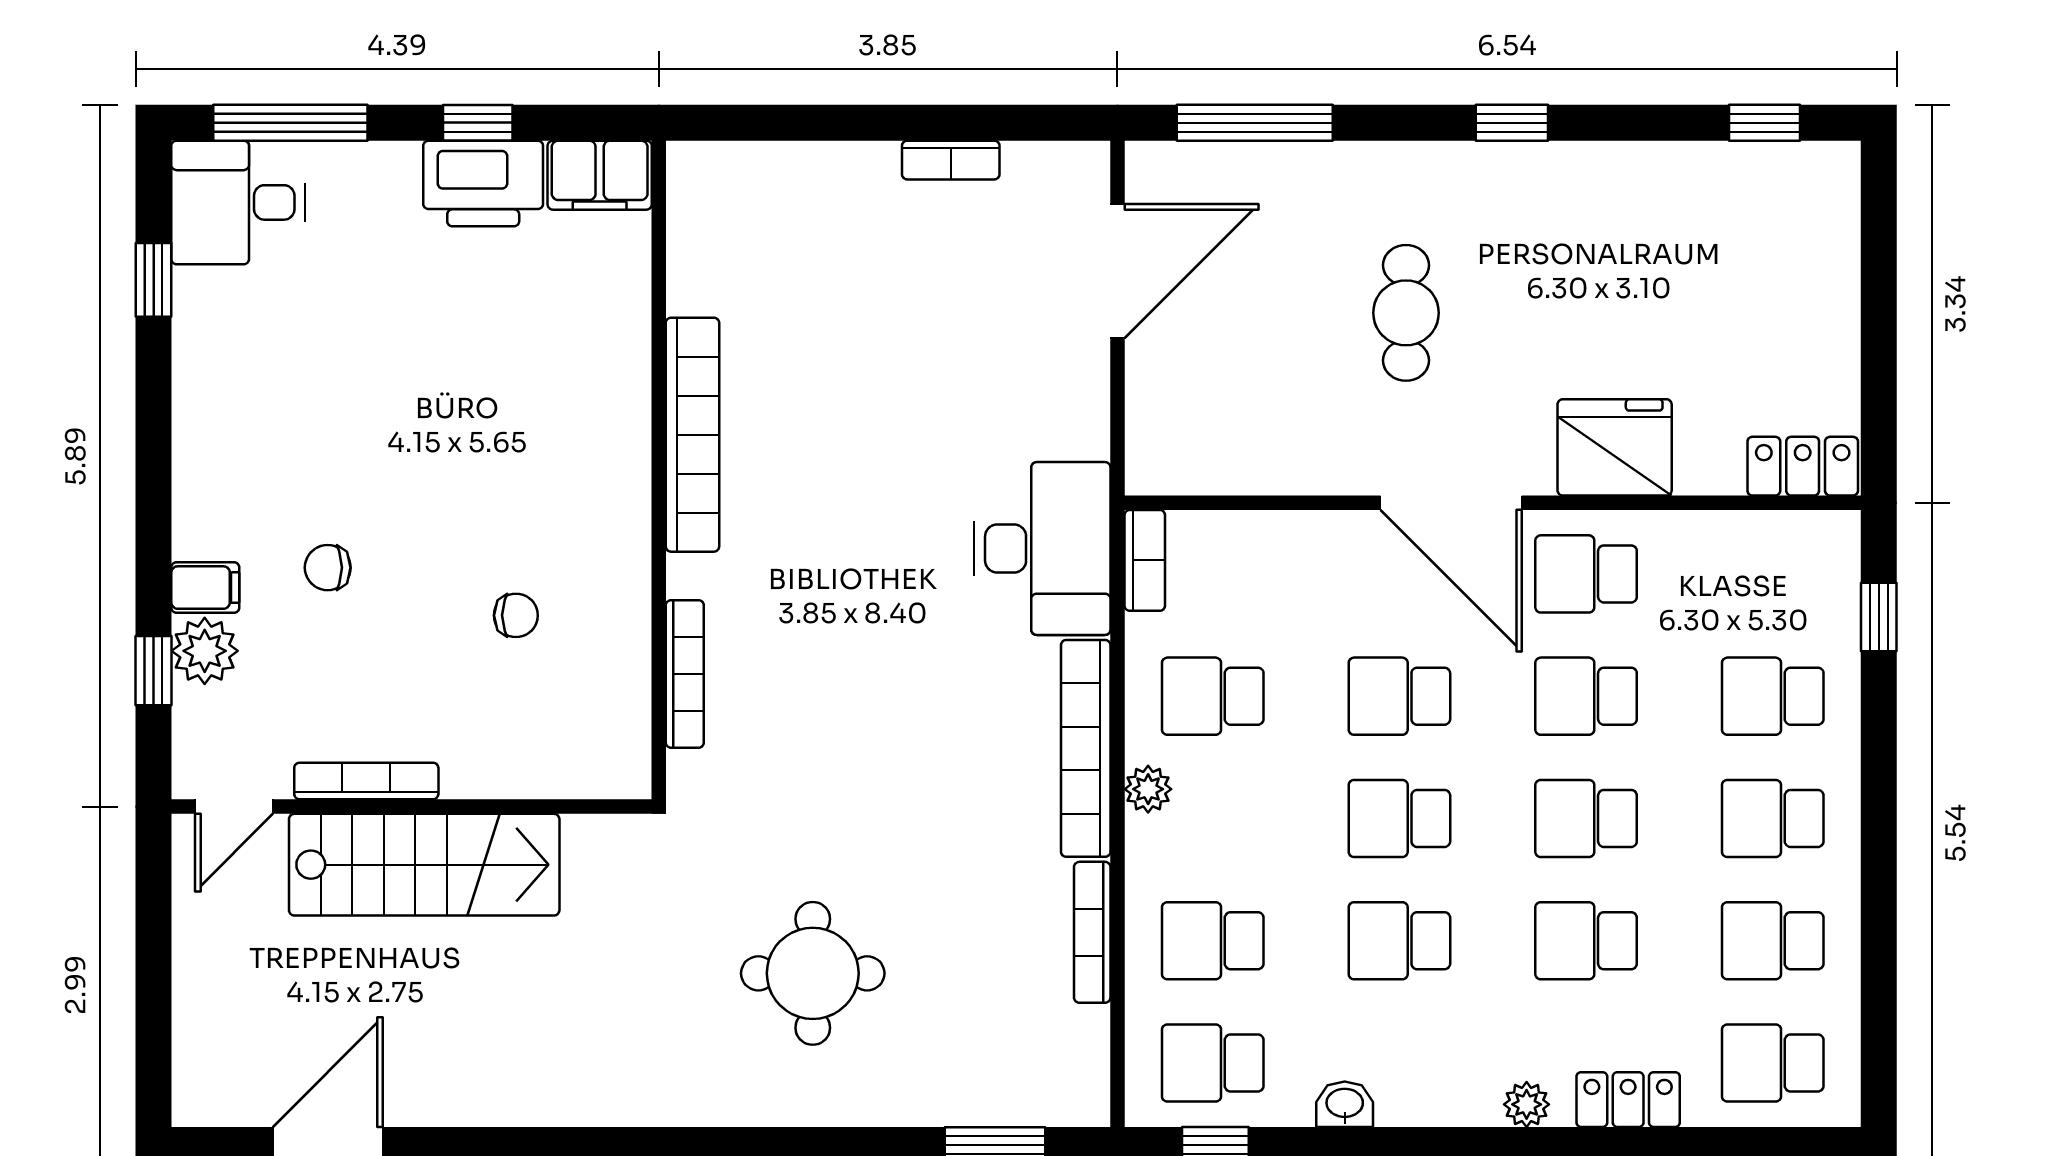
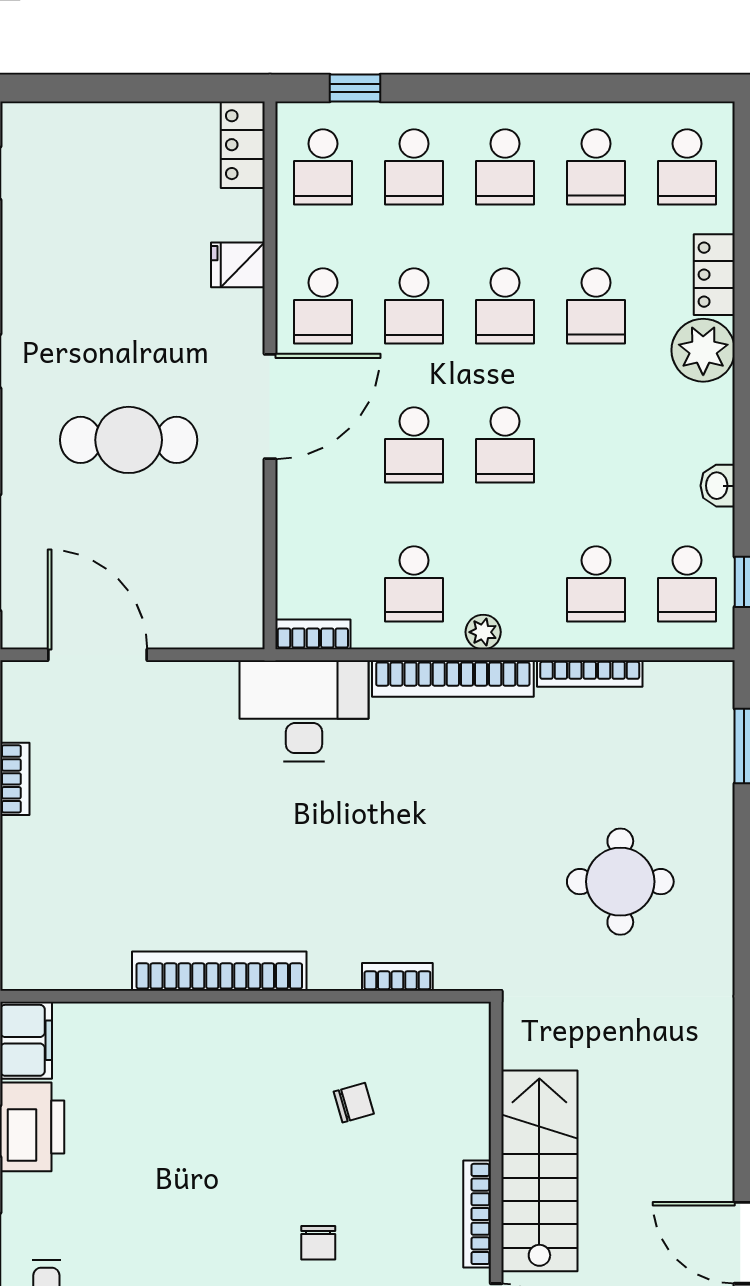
cafe table: (1406, 313) -> (129, 440), width x1.37, depth x1.35
fridge: (1615, 447) -> (238, 265), width x0.53, depth x0.75
chair: (516, 615) -> (354, 1103), turned 74
bookcase: (685, 674) -> (397, 977), width x0.64
school desk: (1399, 941) -> (323, 167), moved
plant: (1527, 1104) -> (703, 350), width x1.88, depth x1.88

